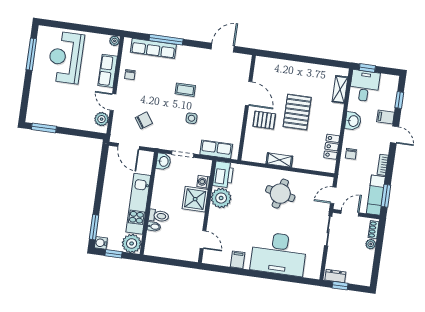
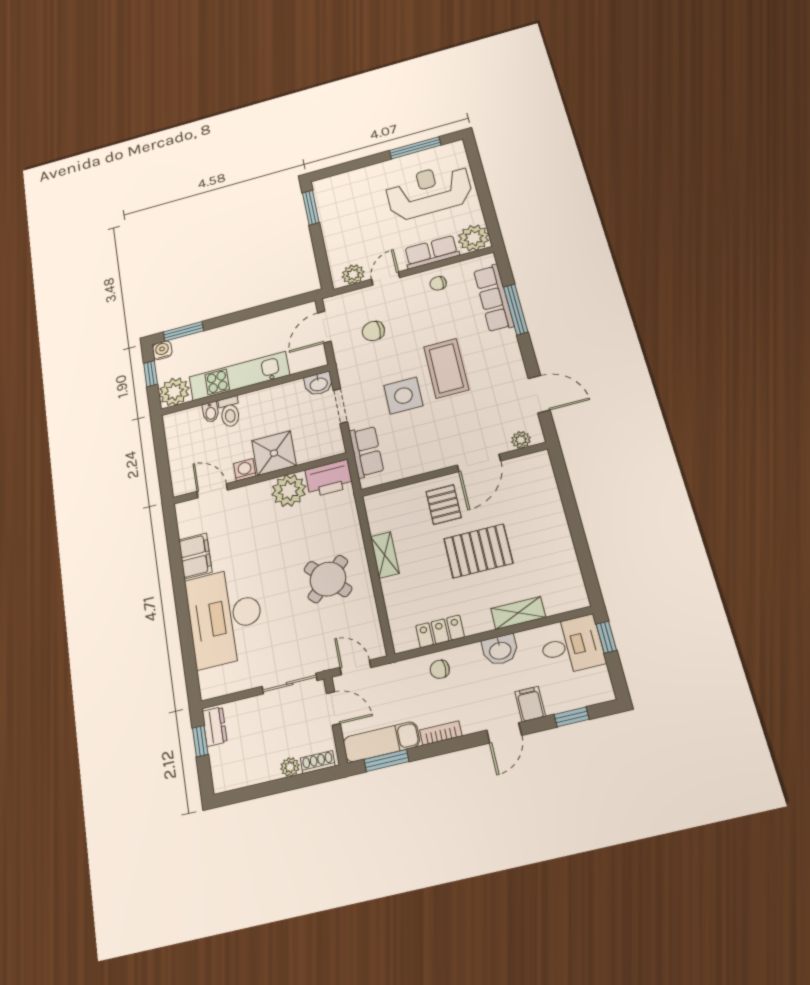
plant: (114, 41) -> (474, 238), width x1.88, depth x1.88
plant: (245, 67) -> (521, 440), added
shelving: (340, 89) -> (518, 613), moved
coffee table: (185, 90) -> (446, 368), width x1.86, depth x1.72
side table: (192, 118) -> (403, 396), width x1.87, depth x1.87
chair: (144, 120) -> (373, 331), turned 125
washing machine: (203, 182) -> (245, 470), moved
round table: (280, 194) -> (328, 579), turned 34
door: (203, 240) -> (212, 491), swing flipped
filing cabinet: (238, 260) -> (195, 556), width x2.00

